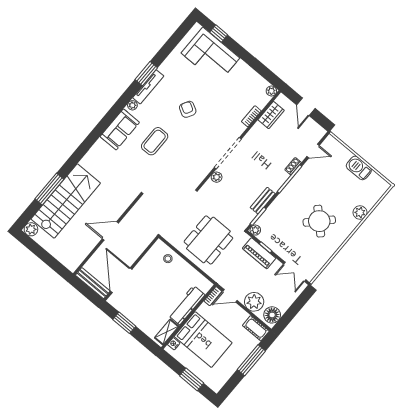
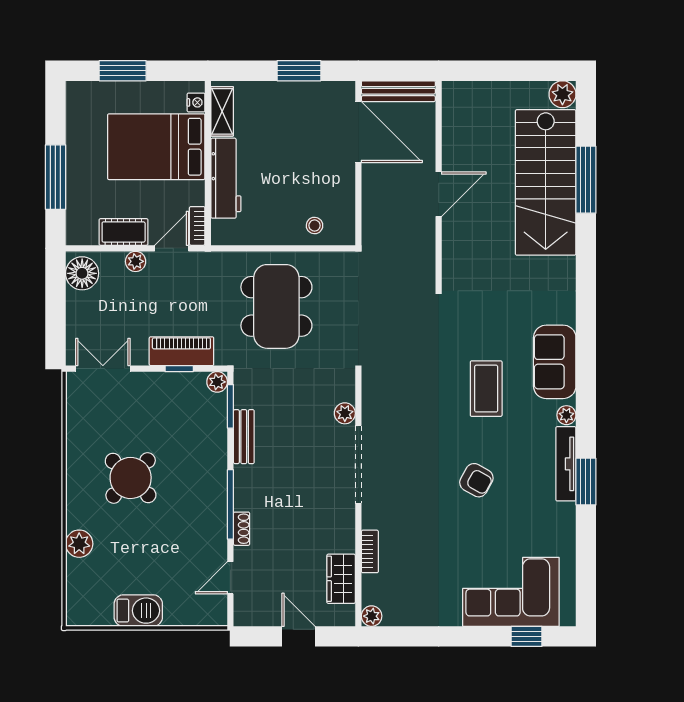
plant: (254, 302) -> (136, 261), width x0.53, depth x0.53
cot: (256, 328) -> (124, 232), moved

